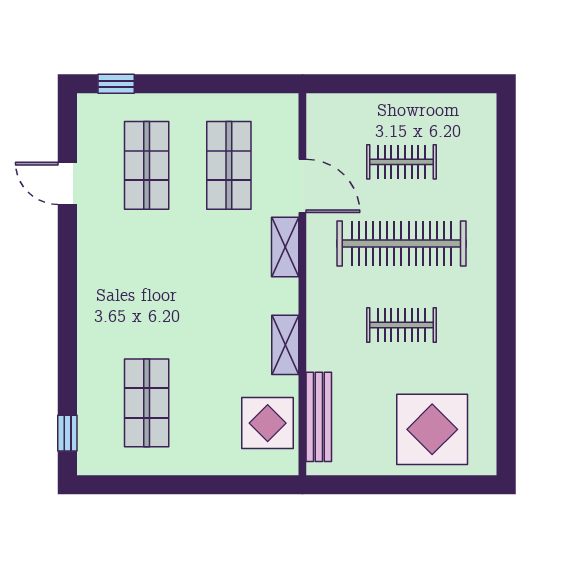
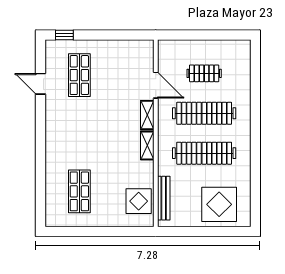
shop shelf: (229, 165) -> (120, 75), removed
clothes rail: (401, 325) -> (204, 153), width x1.86, depth x1.31
shelving: (285, 345) -> (147, 145), moved
window: (67, 433) -> (41, 206), removed

